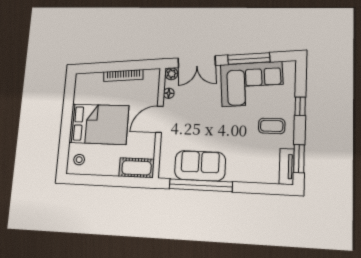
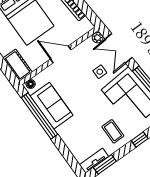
floor lamp: (169, 93) -> (31, 84), moved
side table: (204, 95) -> (100, 72), added

